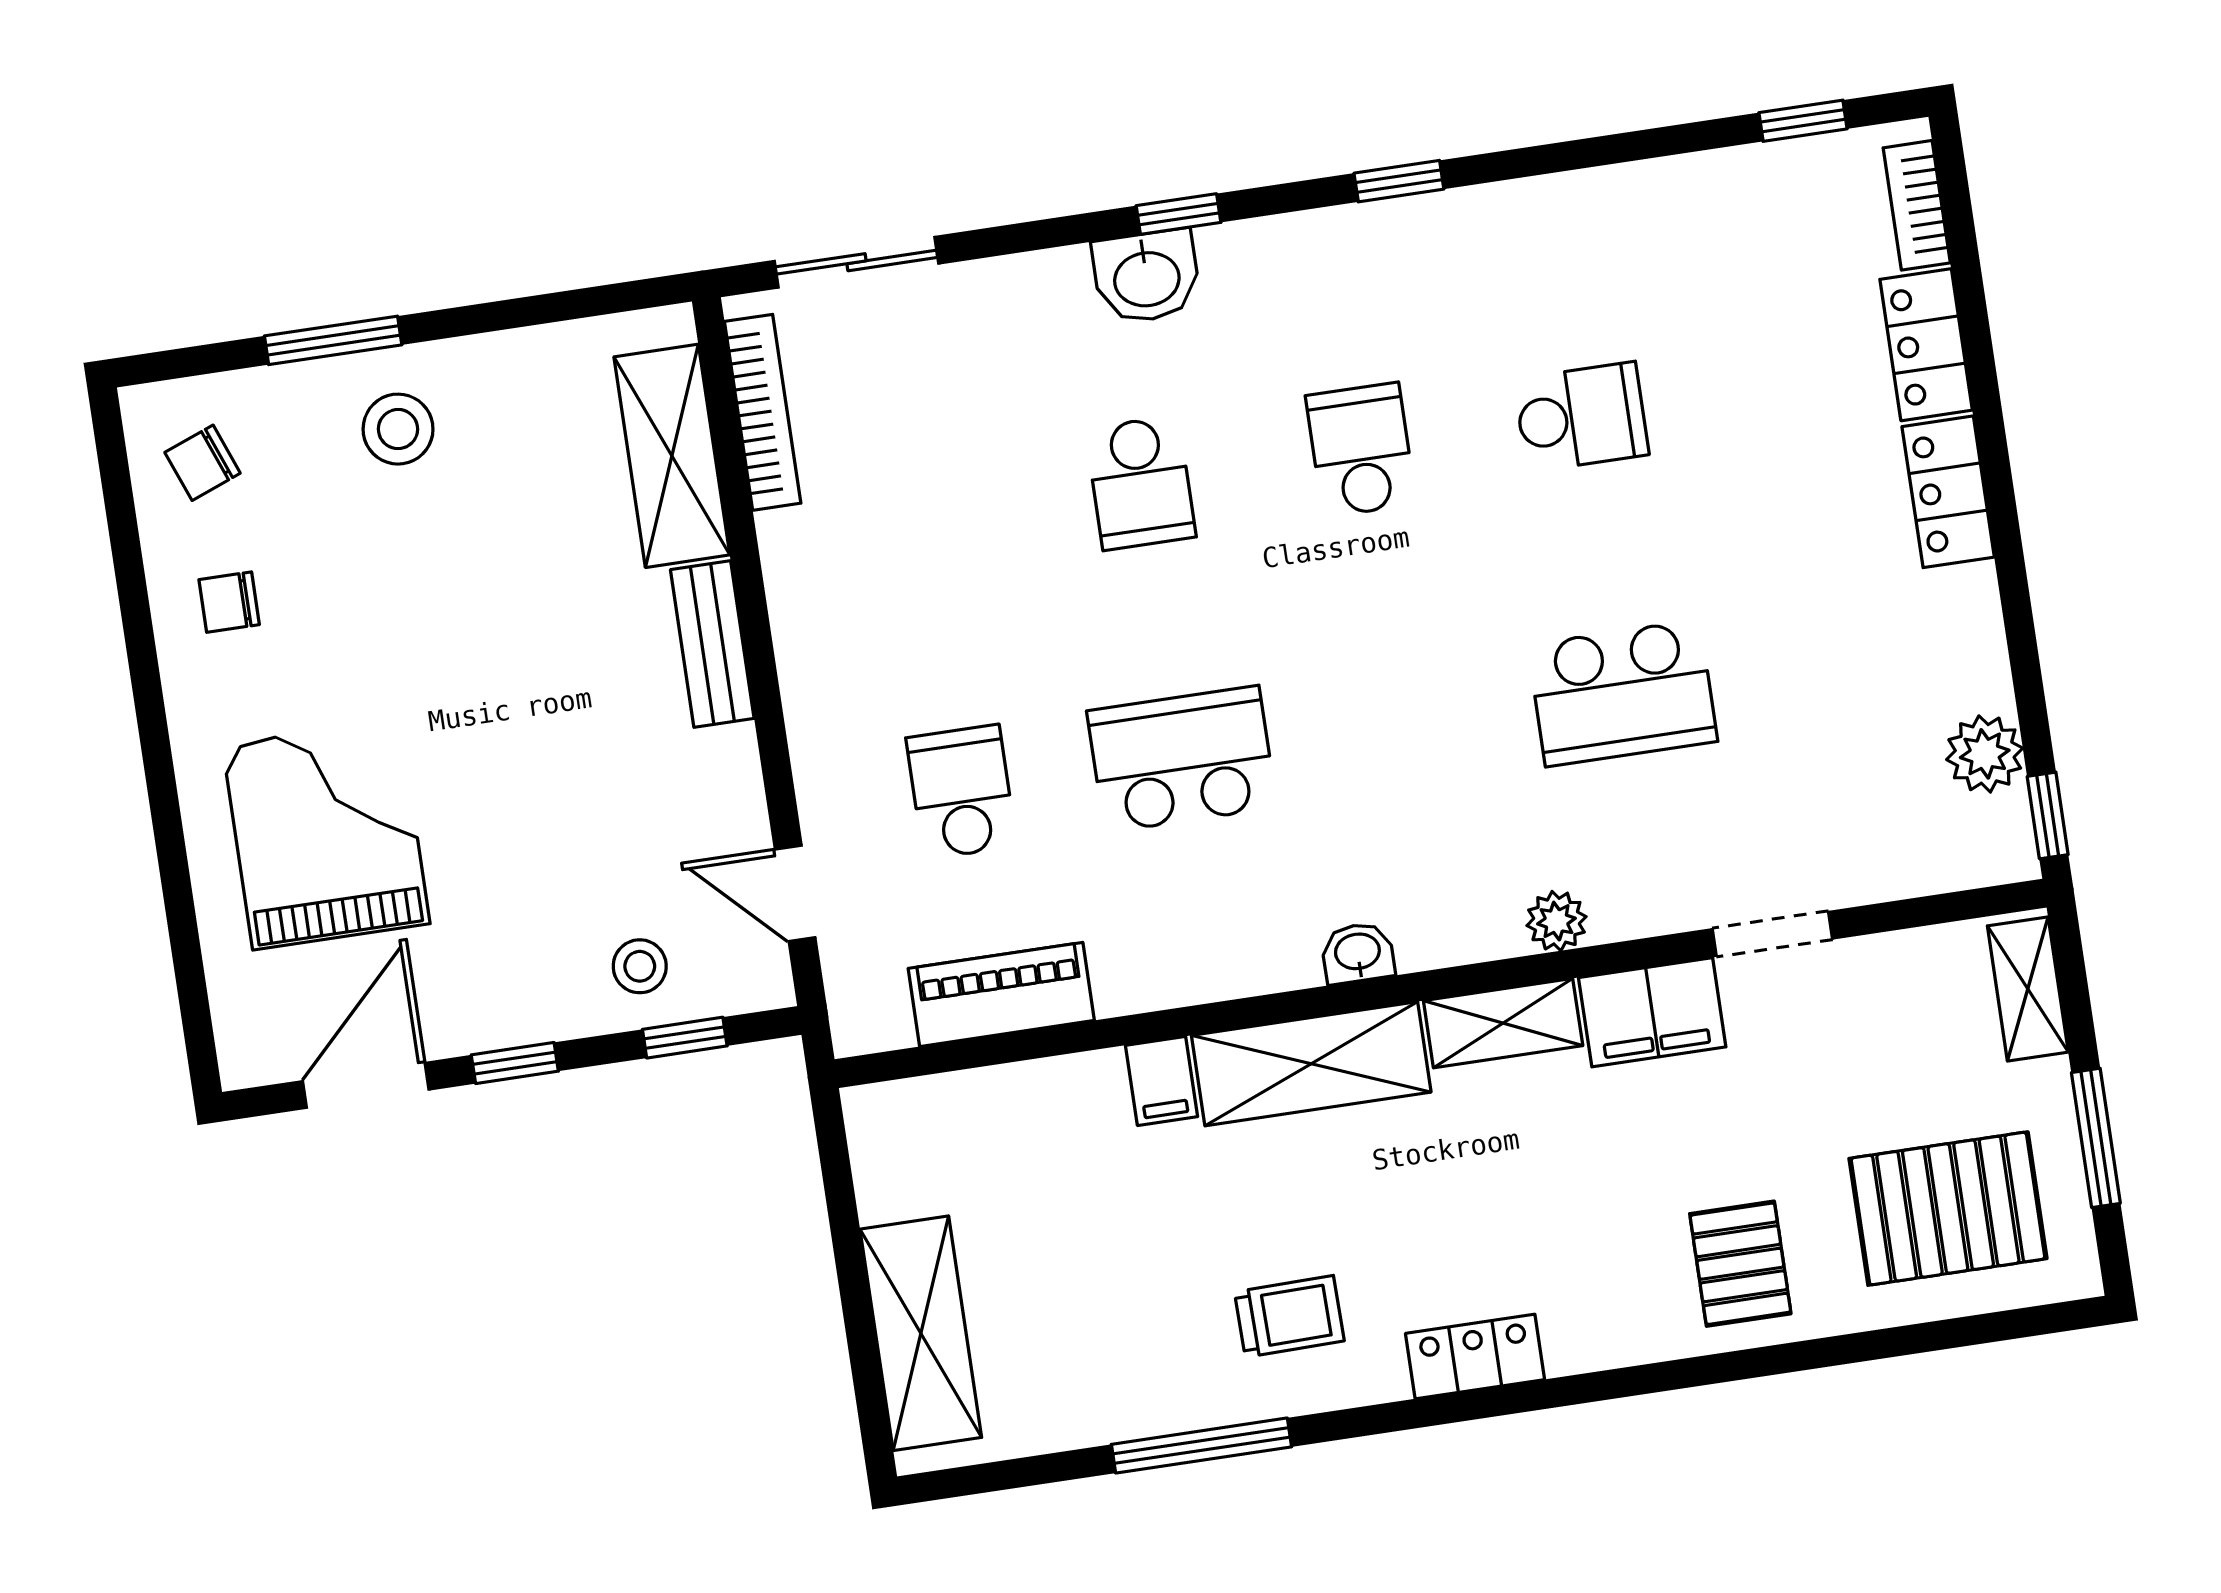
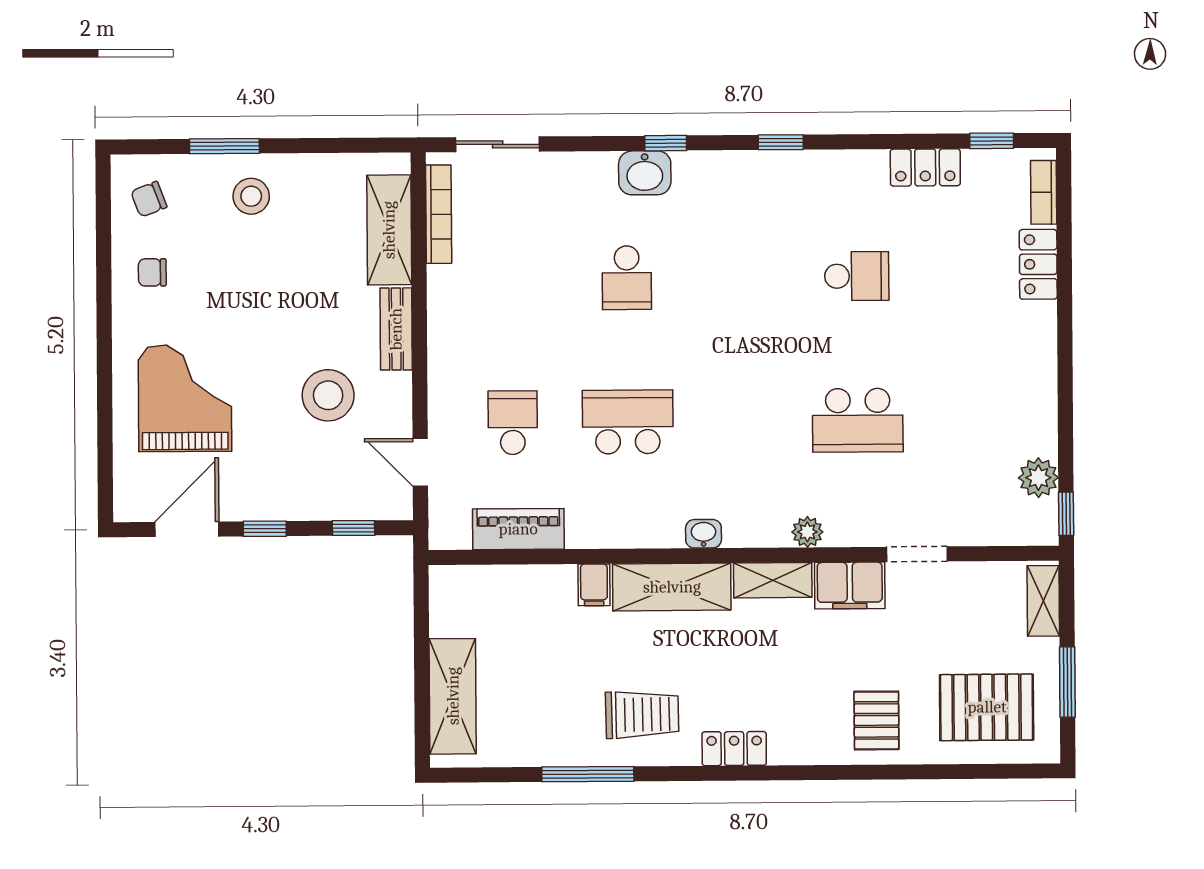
school desk: (1361, 450) -> (742, 277), removed
locker: (1948, 492) -> (925, 167), moved, turned -90
stool: (640, 966) -> (328, 395), moved, width x1.89, depth x1.89
trolley: (1289, 1316) -> (642, 715), width x1.36, depth x1.39

